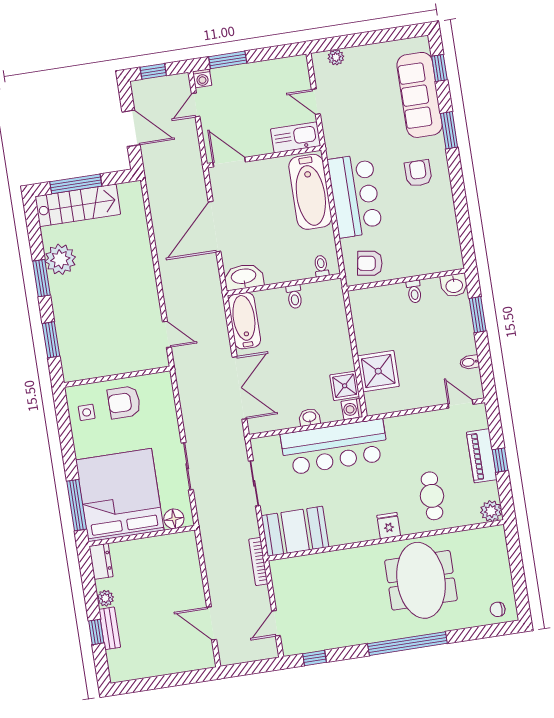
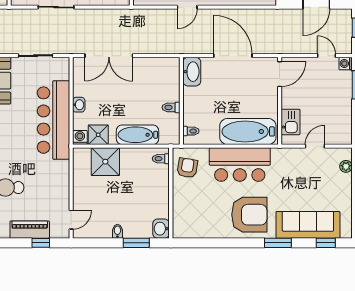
kitchen sink: (296, 137) -> (290, 122), width x0.73
armchair: (418, 173) -> (249, 215), width x1.88, depth x1.88
toilet: (414, 292) -> (161, 159), moved
bathtub: (244, 321) -> (138, 135), moved, turned 180
door: (167, 334) -> (187, 7), moved
bidet: (470, 362) -> (117, 231), moved
window: (500, 460) -> (41, 243), moved

